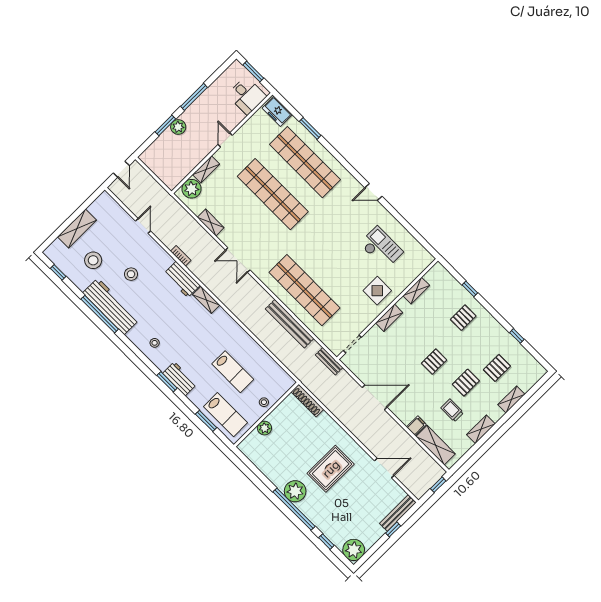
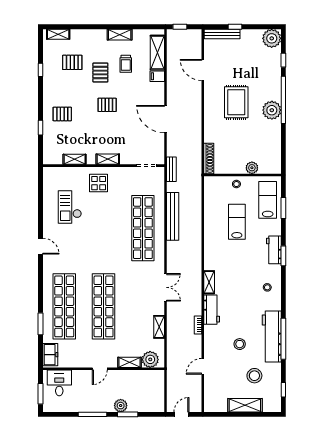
pallet: (466, 383) -> (100, 72), turned 90
shelving: (511, 399) -> (58, 34), moved
rug: (331, 469) -> (236, 102), turned 90

